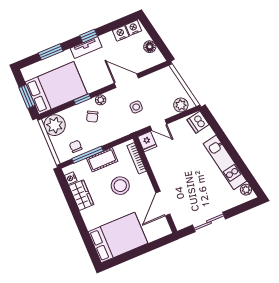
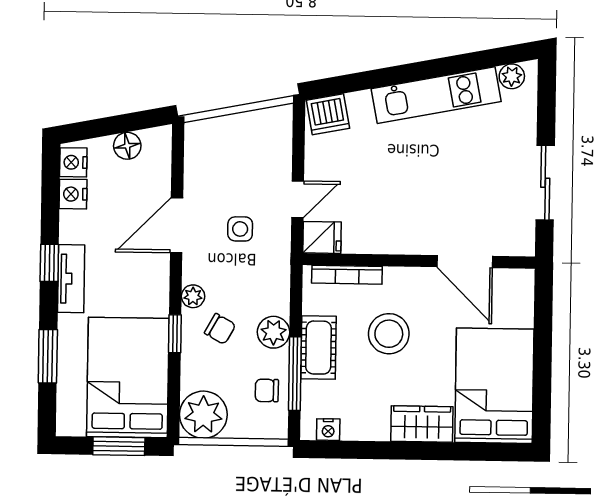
plant: (181, 105) -> (273, 332), moved
wardrobe: (81, 195) -> (422, 424), moved

